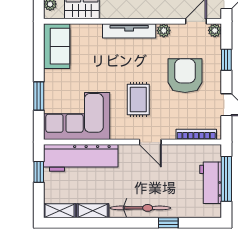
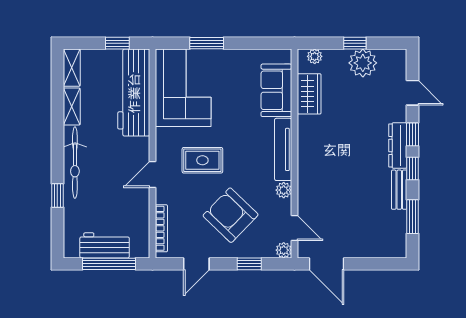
sofa: (57, 46) -> (276, 90), moved, turned 90
armchair: (185, 76) -> (231, 215), turned -136

